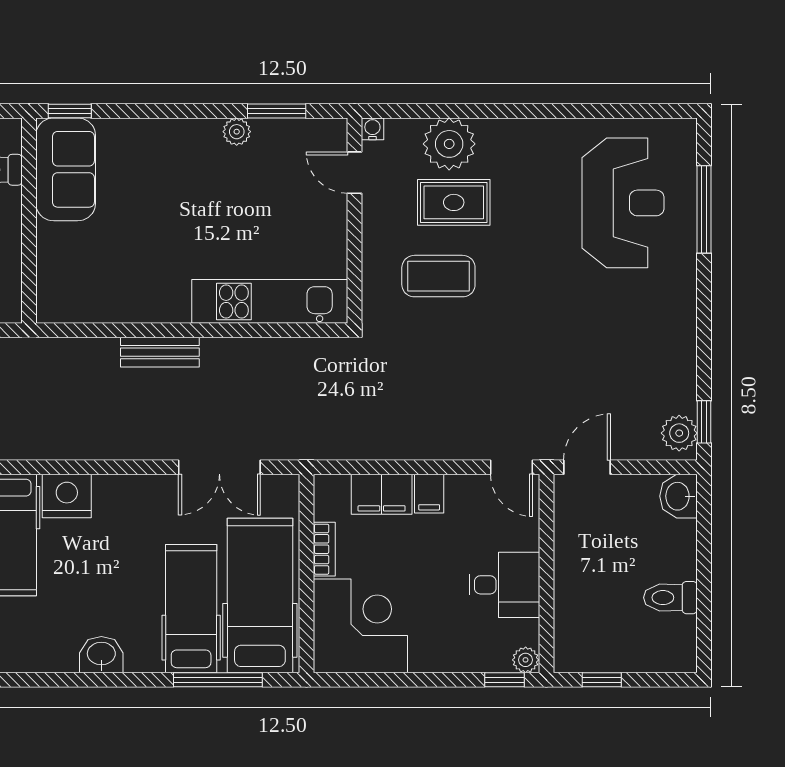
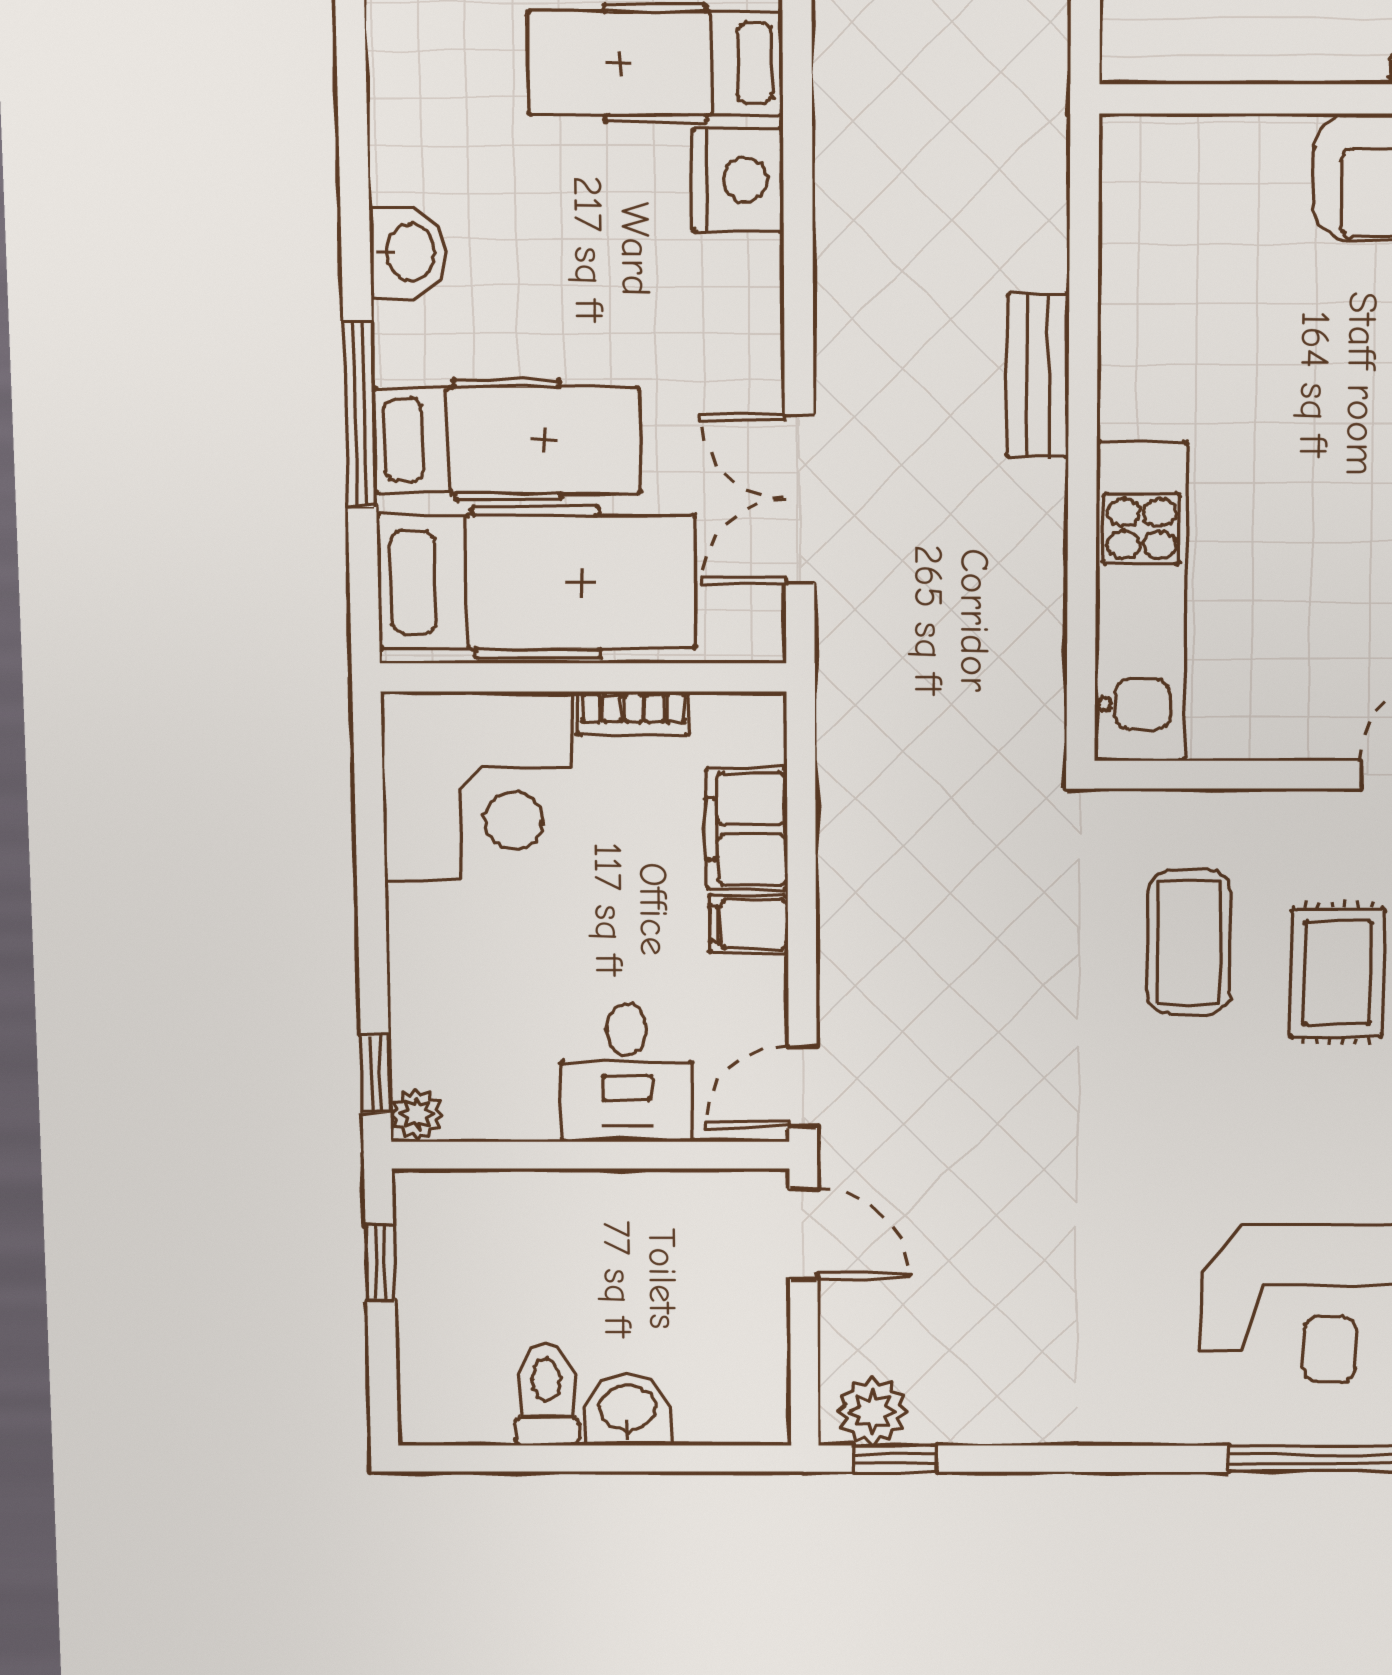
washbasin: (679, 496) -> (628, 1410), moved
desk: (504, 585) -> (627, 1073), moved
window: (218, 680) -> (360, 415), moved

